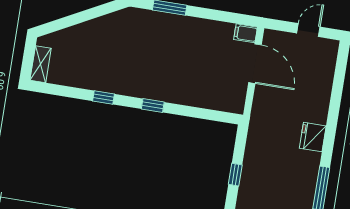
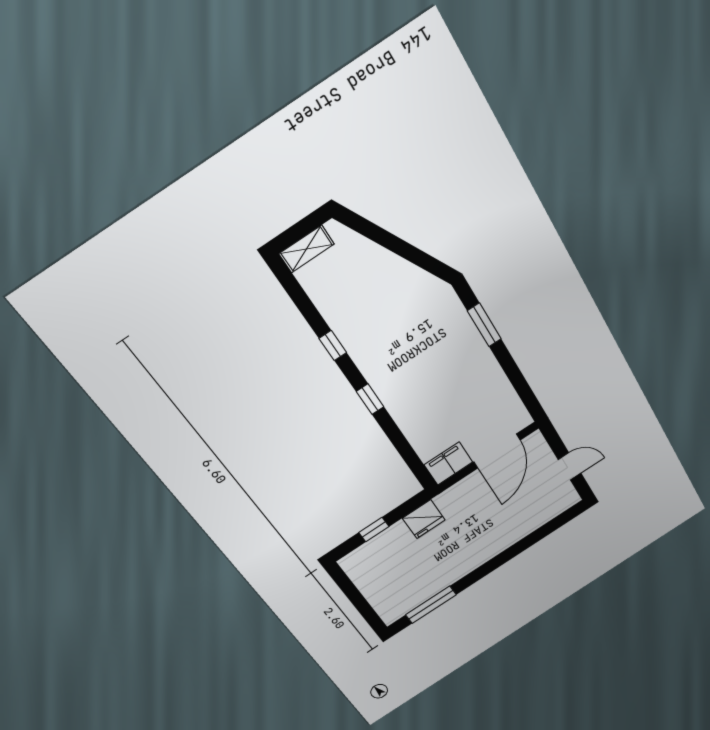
filing cabinet: (246, 33) -> (448, 463), moved, width x2.00
fridge: (313, 137) -> (424, 519), moved, turned 180

